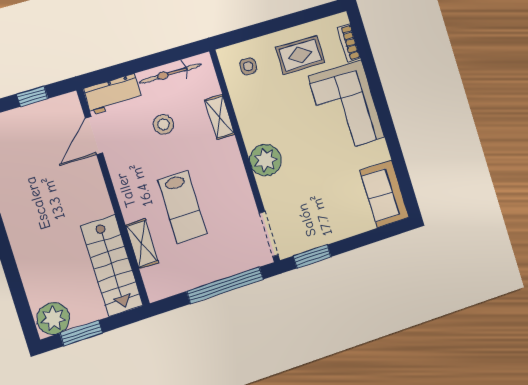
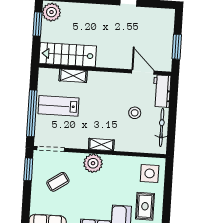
side table: (248, 66) -> (150, 173), width x1.87, depth x1.87
window: (32, 96) -> (177, 47), width x1.50
shelving: (220, 117) -> (101, 145), moved
coffee table: (314, 203) -> (58, 182), added
lab bench: (182, 207) -> (58, 106), moved

